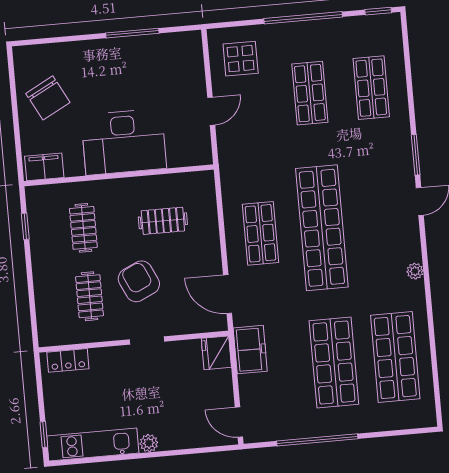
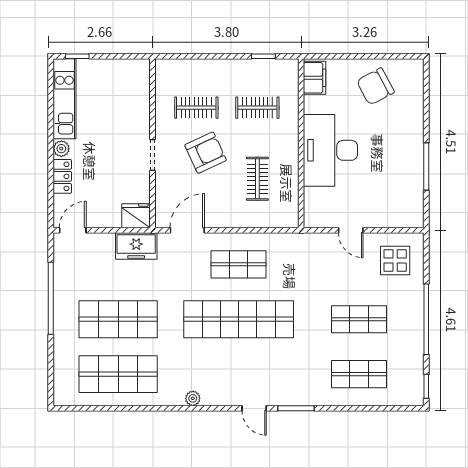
locker: (68, 360) -> (62, 176), moved, turned 180

